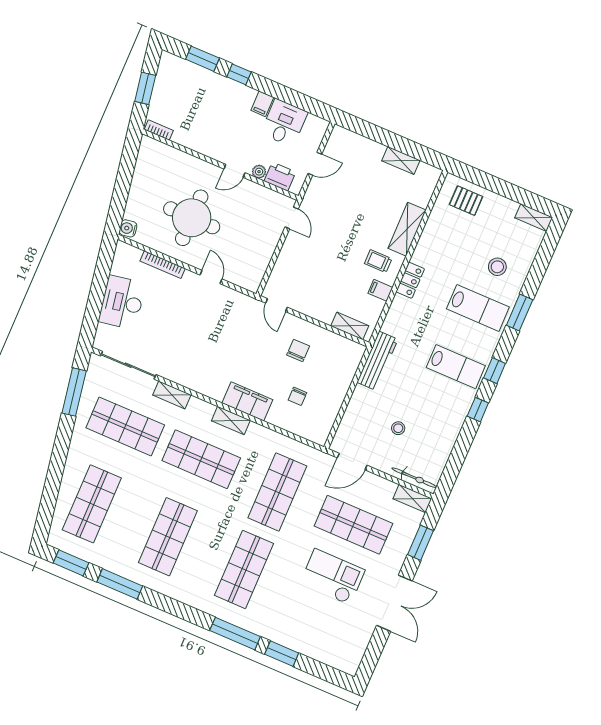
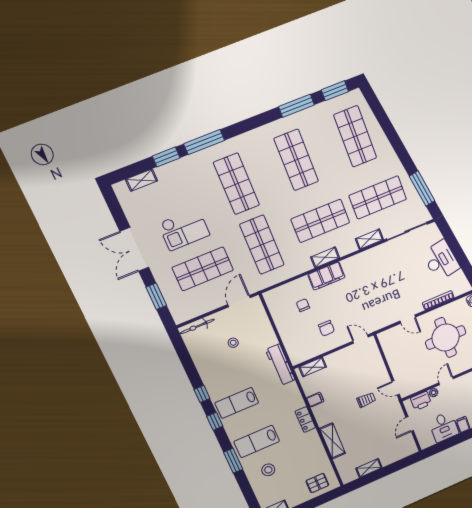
trolley: (378, 261) -> (366, 400), moved
shelving: (412, 499) -> (142, 180), moved

